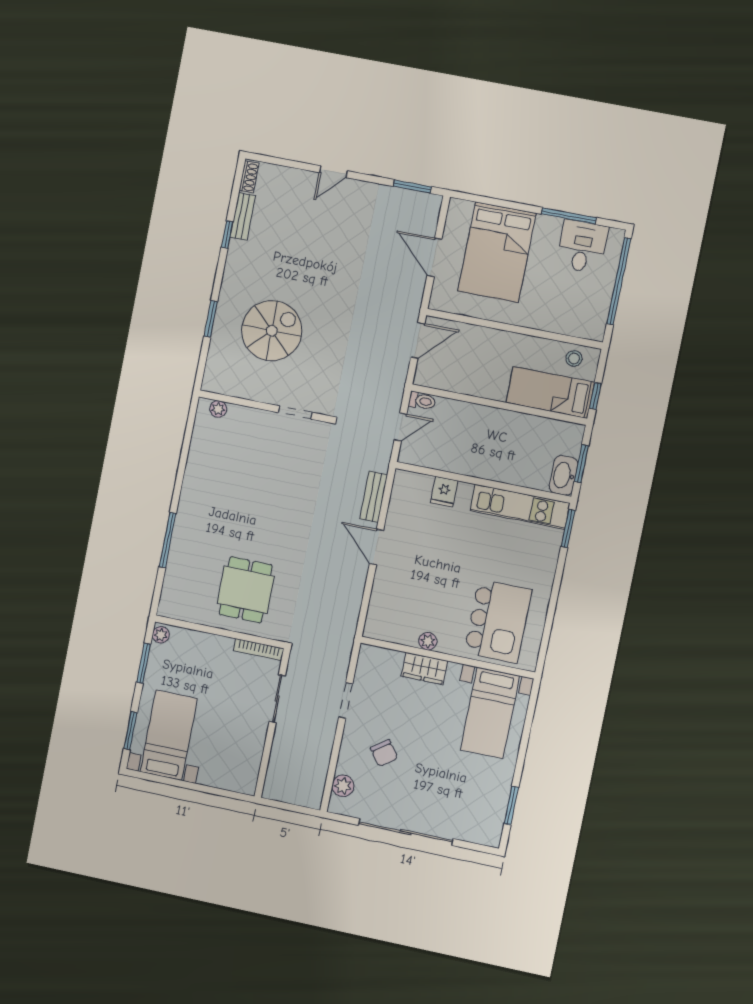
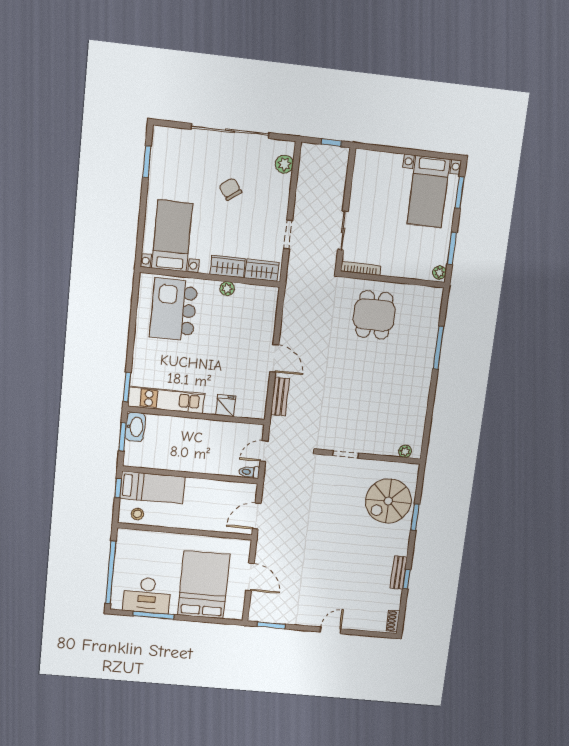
bench: (243, 216) -> (399, 573), moved
desk: (582, 246) -> (147, 595), width x1.37
spiral stairs: (272, 331) -> (388, 501), moved
wardrobe: (382, 659) -> (262, 270), added
chair: (384, 753) -> (230, 189), moved
window: (283, 806) -> (331, 143), added

